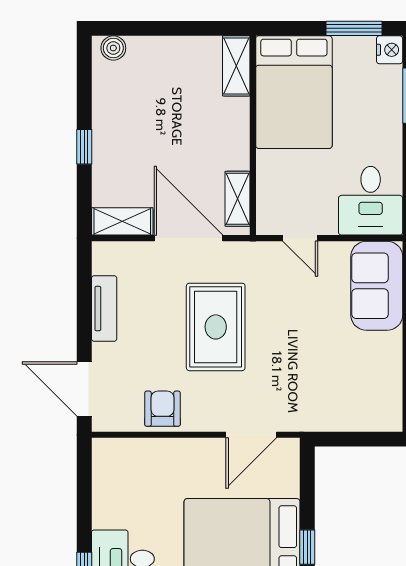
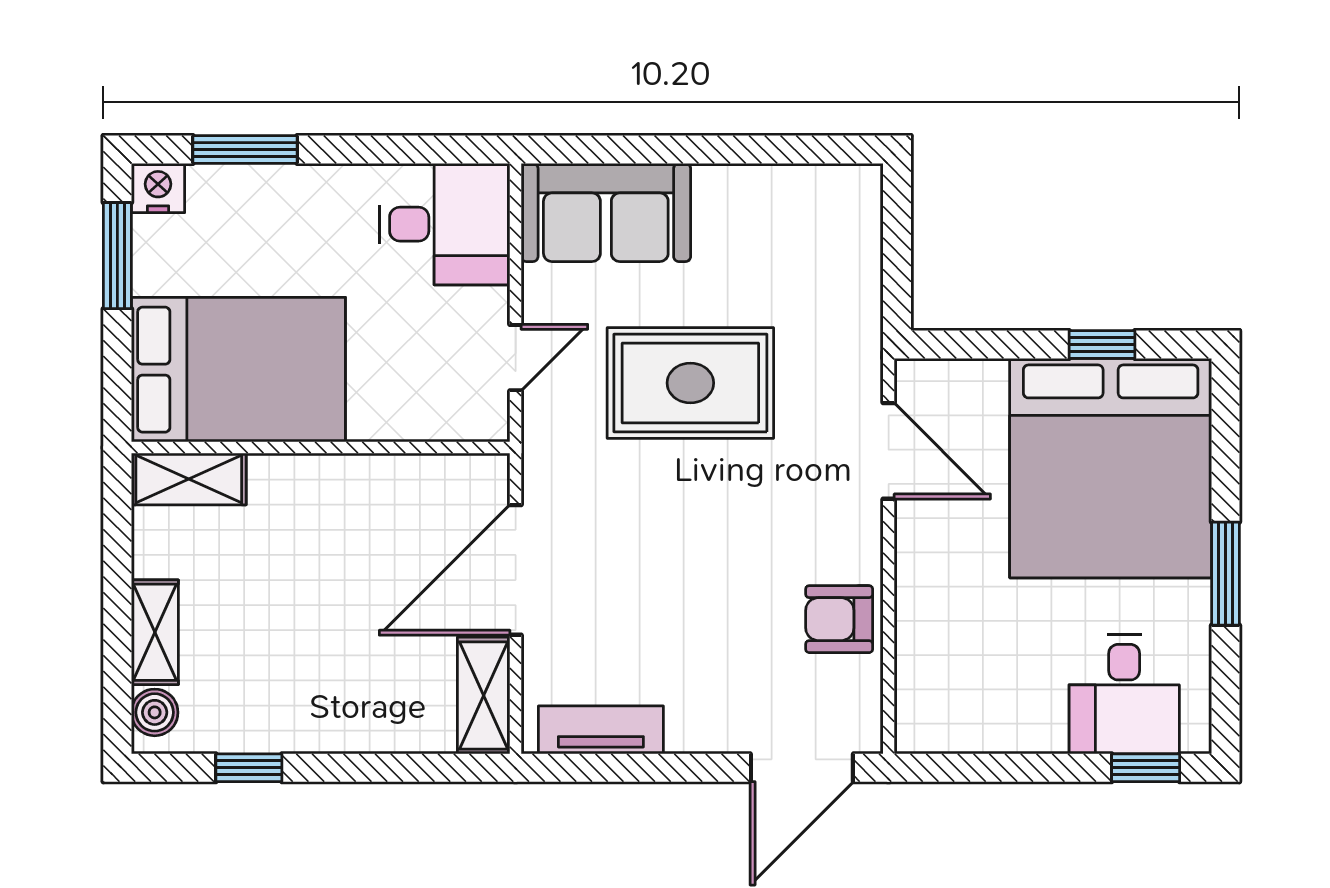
window: (84, 147) -> (249, 768), moved
shelving: (238, 199) -> (155, 632), moved, turned 90
tv unit: (104, 309) -> (601, 730), moved
rug: (216, 327) -> (690, 383), moved

